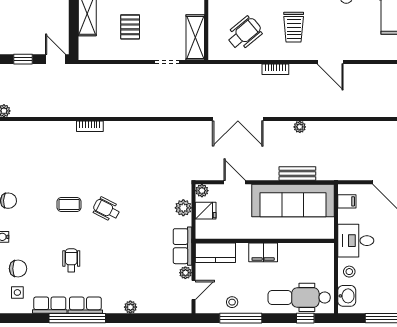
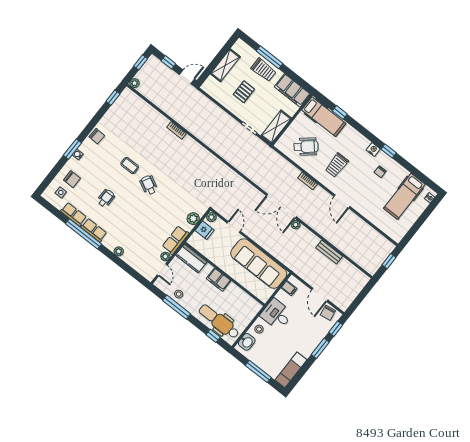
door: (56, 59) -> (187, 77), hinge flipped
double door: (238, 119) -> (281, 206), moved
bench: (297, 173) -> (329, 252), moved
door: (194, 290) -> (162, 270), hinge flipped

